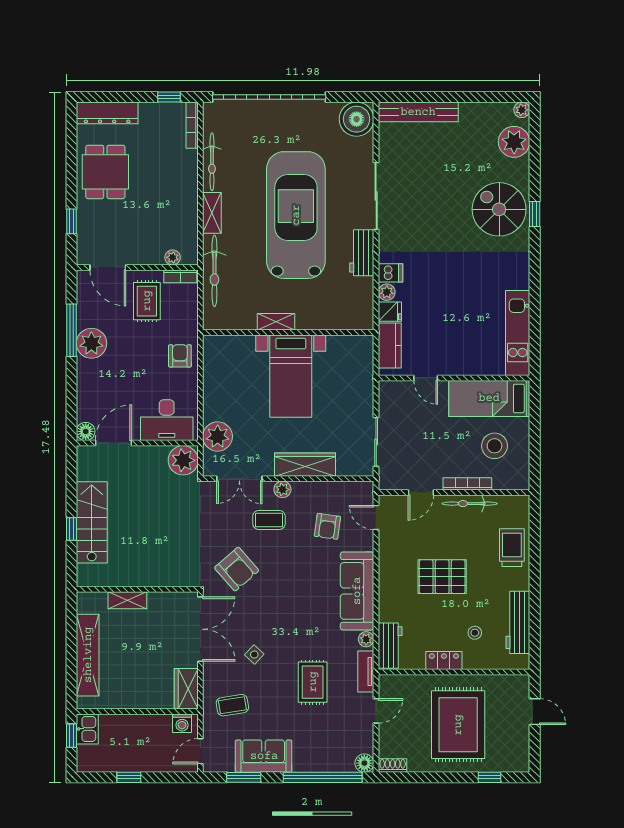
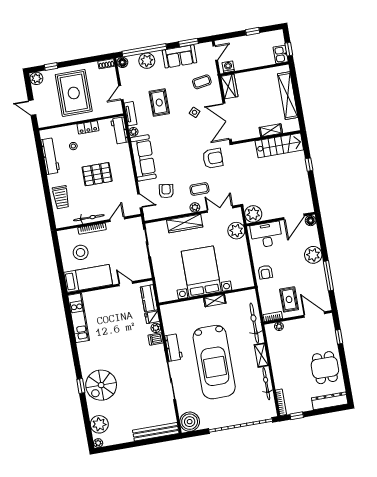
spiral stairs: (499, 209) -> (101, 385), turned 90
plant: (91, 343) -> (313, 255), moved
bed with nightstands: (291, 376) -> (201, 272), width x1.36
stairs: (92, 522) -> (279, 145), moved, turned -90
armchair: (237, 569) -> (213, 158), turned 131
plant: (322, 759) -> (147, 61), added
plant: (519, 761) -> (36, 78), added

